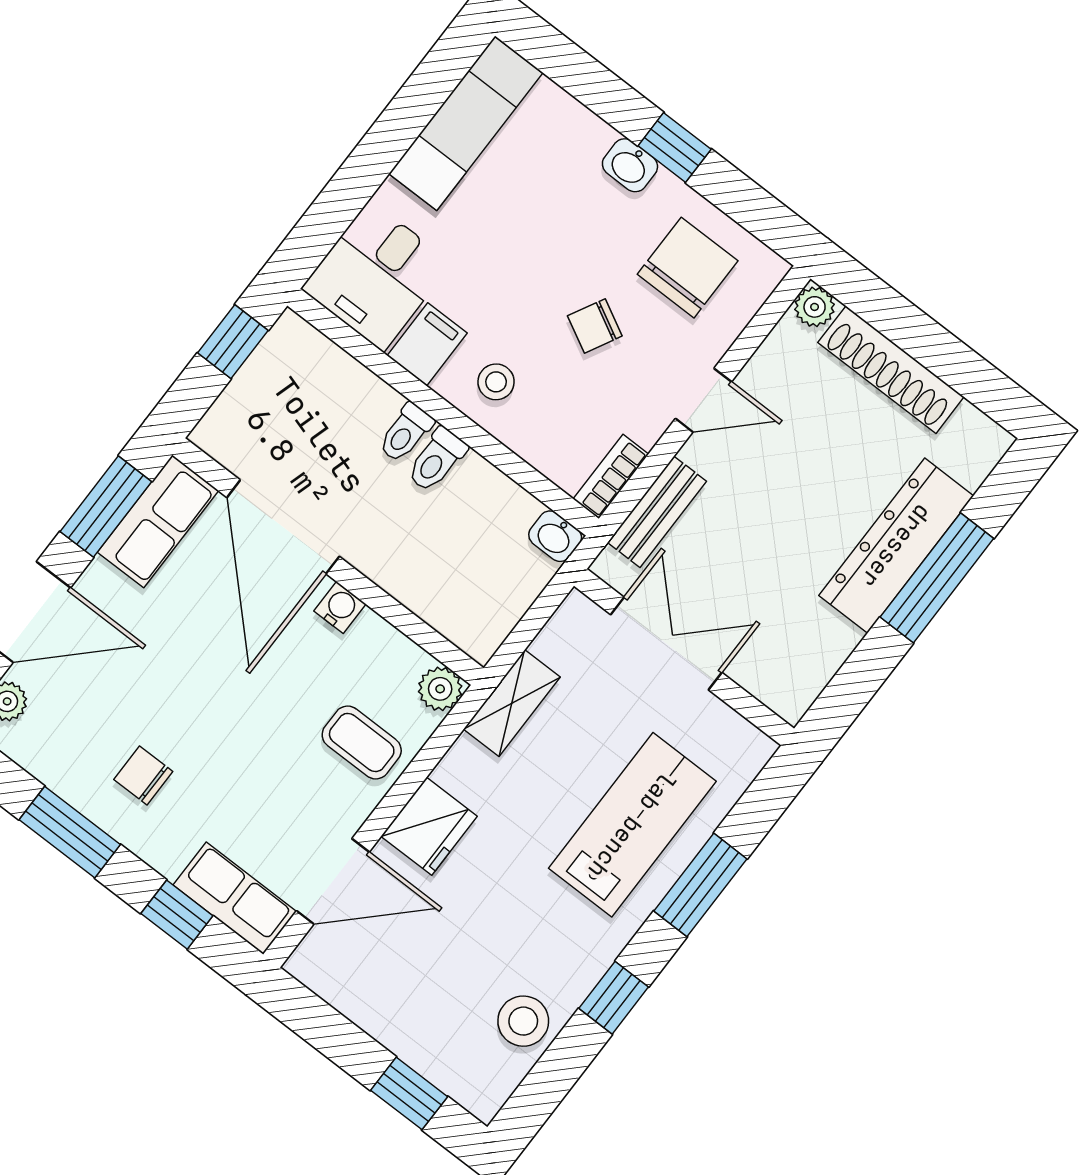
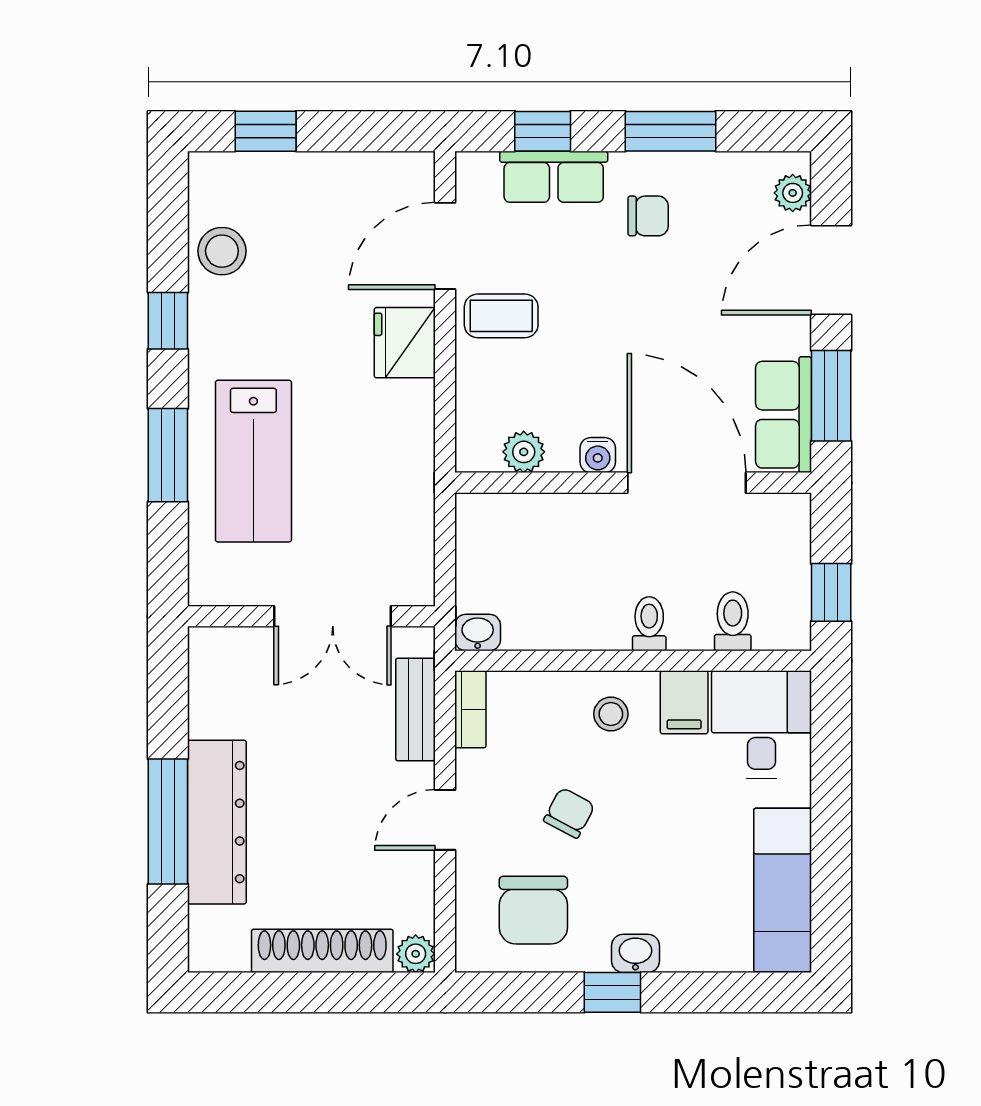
toilet: (437, 460) -> (733, 621), moved
plant: (440, 689) -> (524, 452), moved
shelving: (512, 703) -> (414, 483), removed
coffee table: (362, 742) -> (501, 316), moved
row of seats: (235, 898) -> (554, 177), moved

